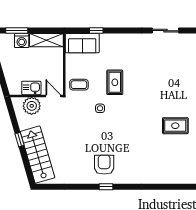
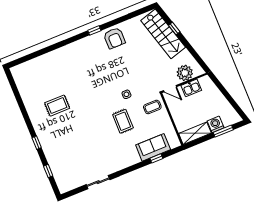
sofa: (82, 43) -> (153, 147), moved
window: (19, 140) -> (174, 29), moved
armchair: (104, 165) -> (114, 38), moved

